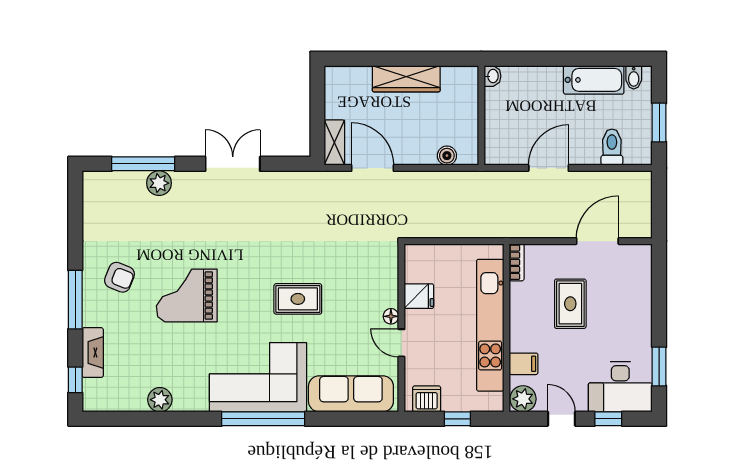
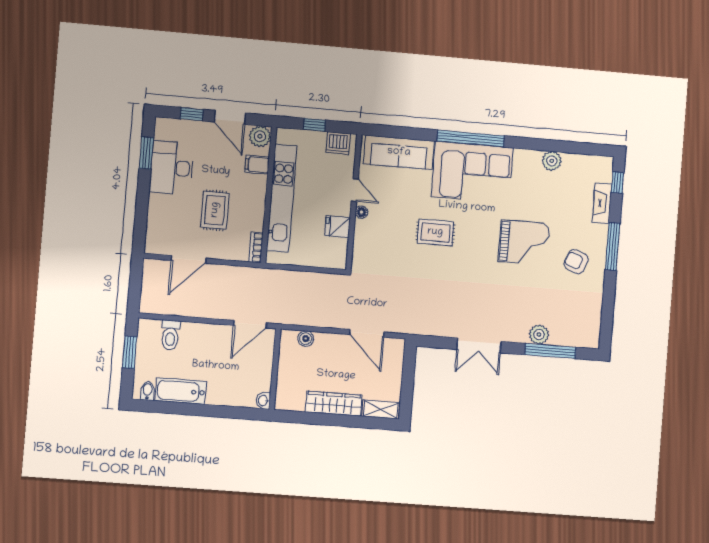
shelving: (334, 143) -> (381, 409), moved, turned 90
door: (549, 168) -> (250, 324), moved
desk: (620, 387) -> (172, 168), moved, turned -90
door: (561, 419) -> (230, 117), width x1.38

